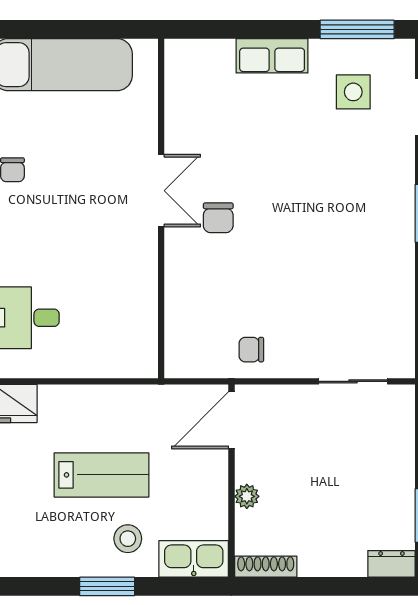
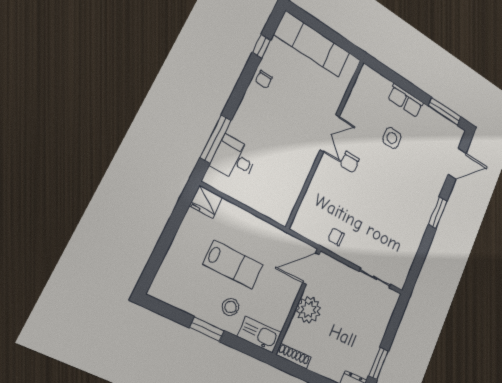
side table: (353, 92) -> (392, 138), moved
plant: (247, 496) -> (309, 310), width x1.88, depth x1.88

